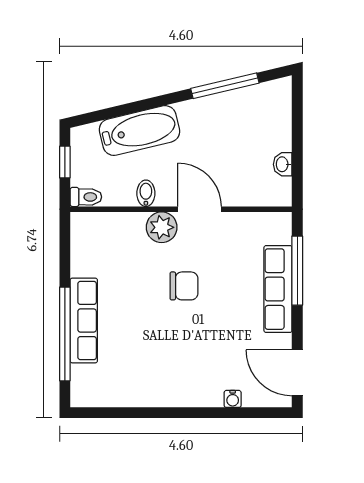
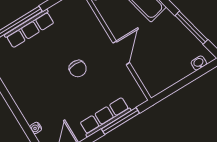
washbasin: (283, 164) -> (199, 63), moved
bidet: (146, 193) -> (113, 21), removed
plant: (162, 227) -> (100, 39), removed

